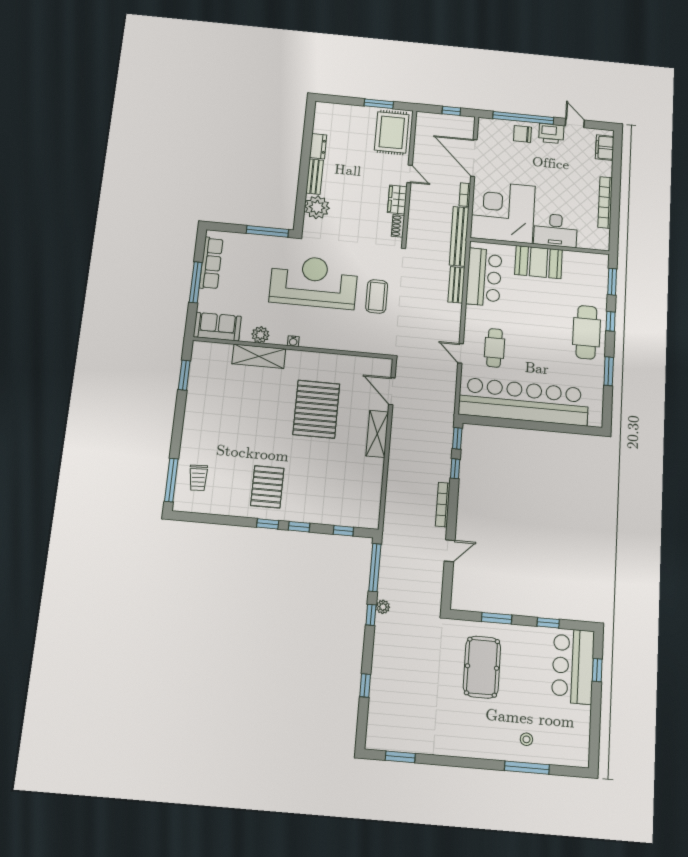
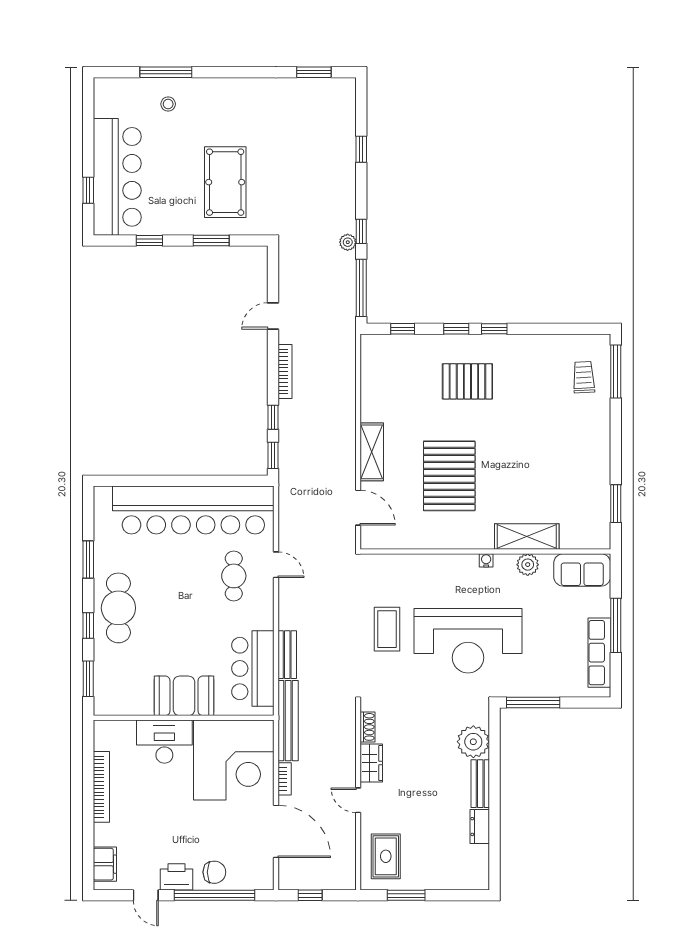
rug: (392, 132) -> (386, 856), width x0.73, depth x0.70
pallet: (267, 487) -> (467, 381), moved, turned 90
bar counter: (573, 666) -> (117, 177), width x1.36

